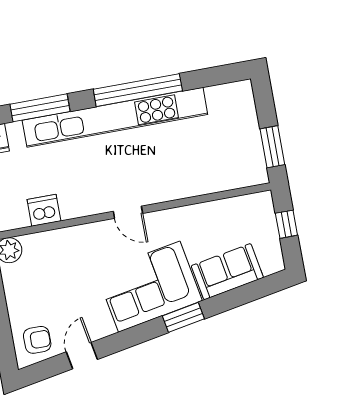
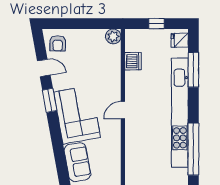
window: (138, 90) -> (193, 149), moved
window: (183, 317) -> (50, 100), moved

